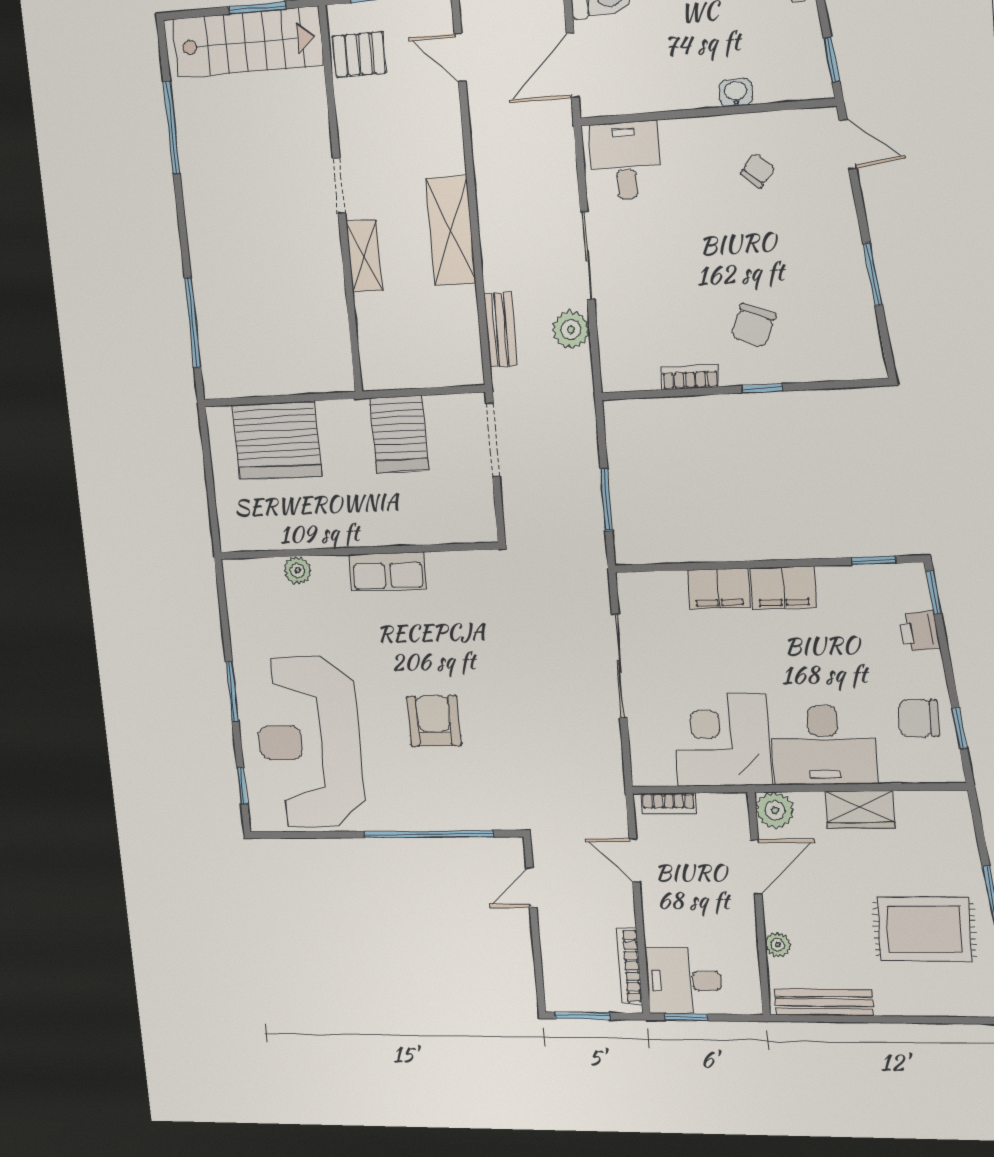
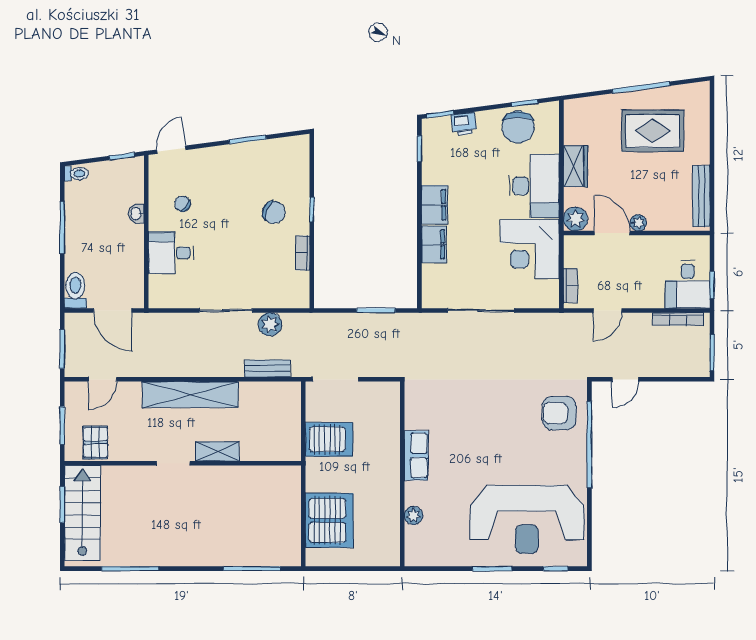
desk: (626, 161) -> (171, 253), moved
shelving: (451, 231) -> (190, 395), width x1.47
chair: (919, 718) -> (518, 127), width x1.37, depth x1.37
armchair: (434, 721) -> (559, 413), moved
door: (531, 887) -> (625, 379), hinge flipped
rug: (925, 929) -> (653, 131), turned 90
plant: (778, 945) -> (638, 223), moved

